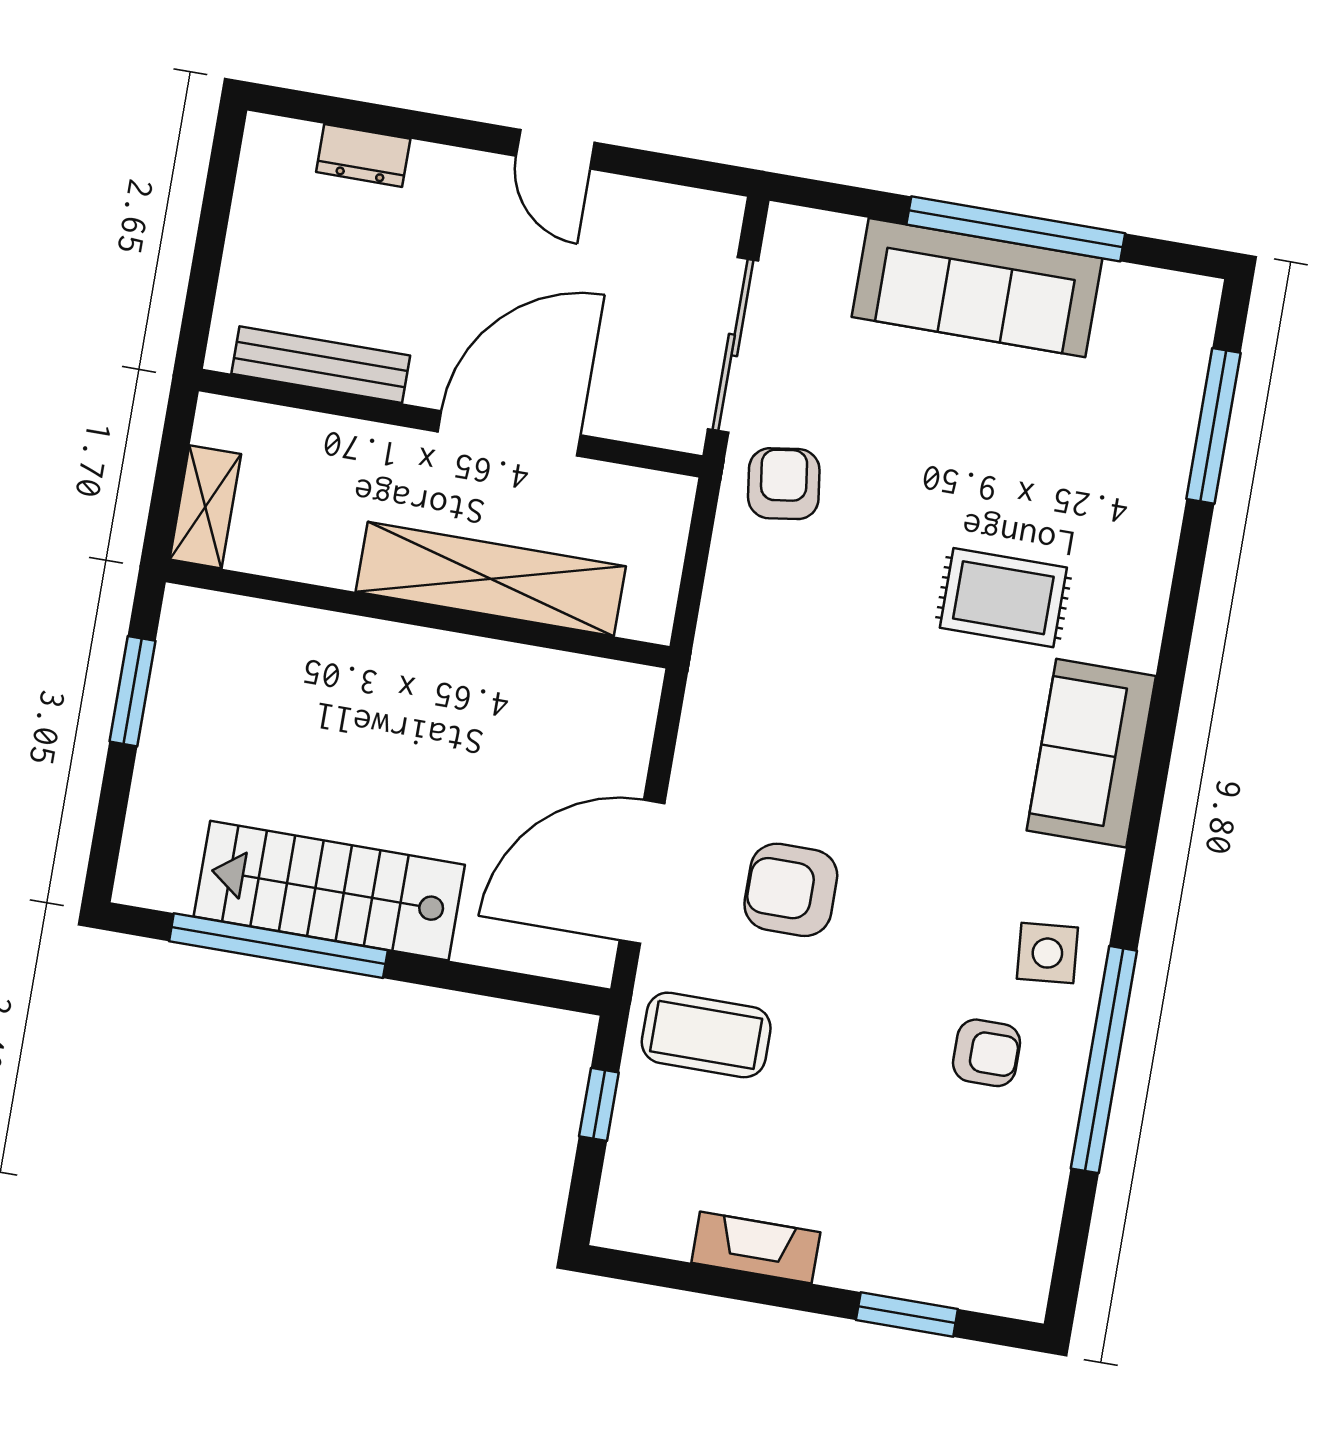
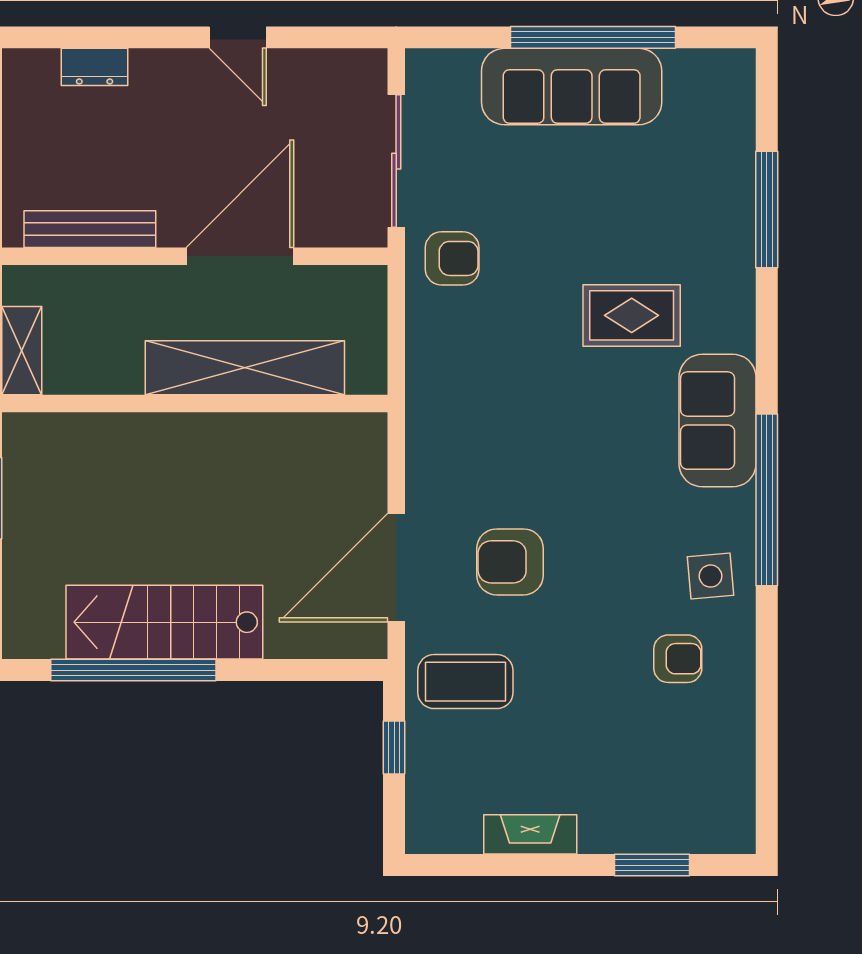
window: (1213, 426) -> (767, 209), moved
armchair: (784, 484) -> (452, 258), turned 98
window: (1104, 1060) -> (767, 500), moved

